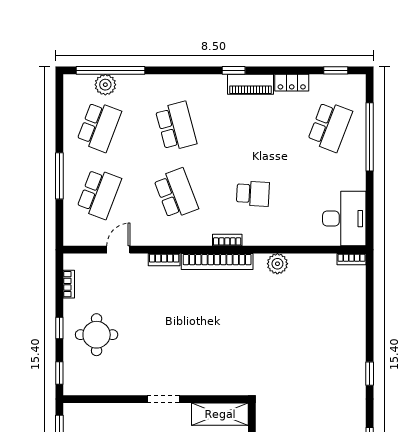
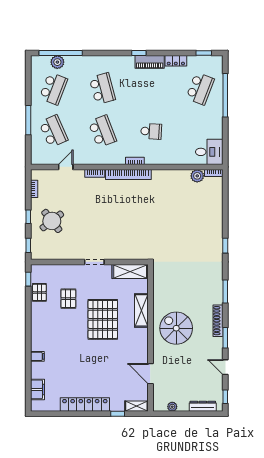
school desk: (99, 194) -> (53, 131), turned -45
desk: (344, 219) -> (209, 152), width x0.73
plant: (277, 264) -> (197, 176), moved
round table: (97, 335) -> (52, 221), turned -38

